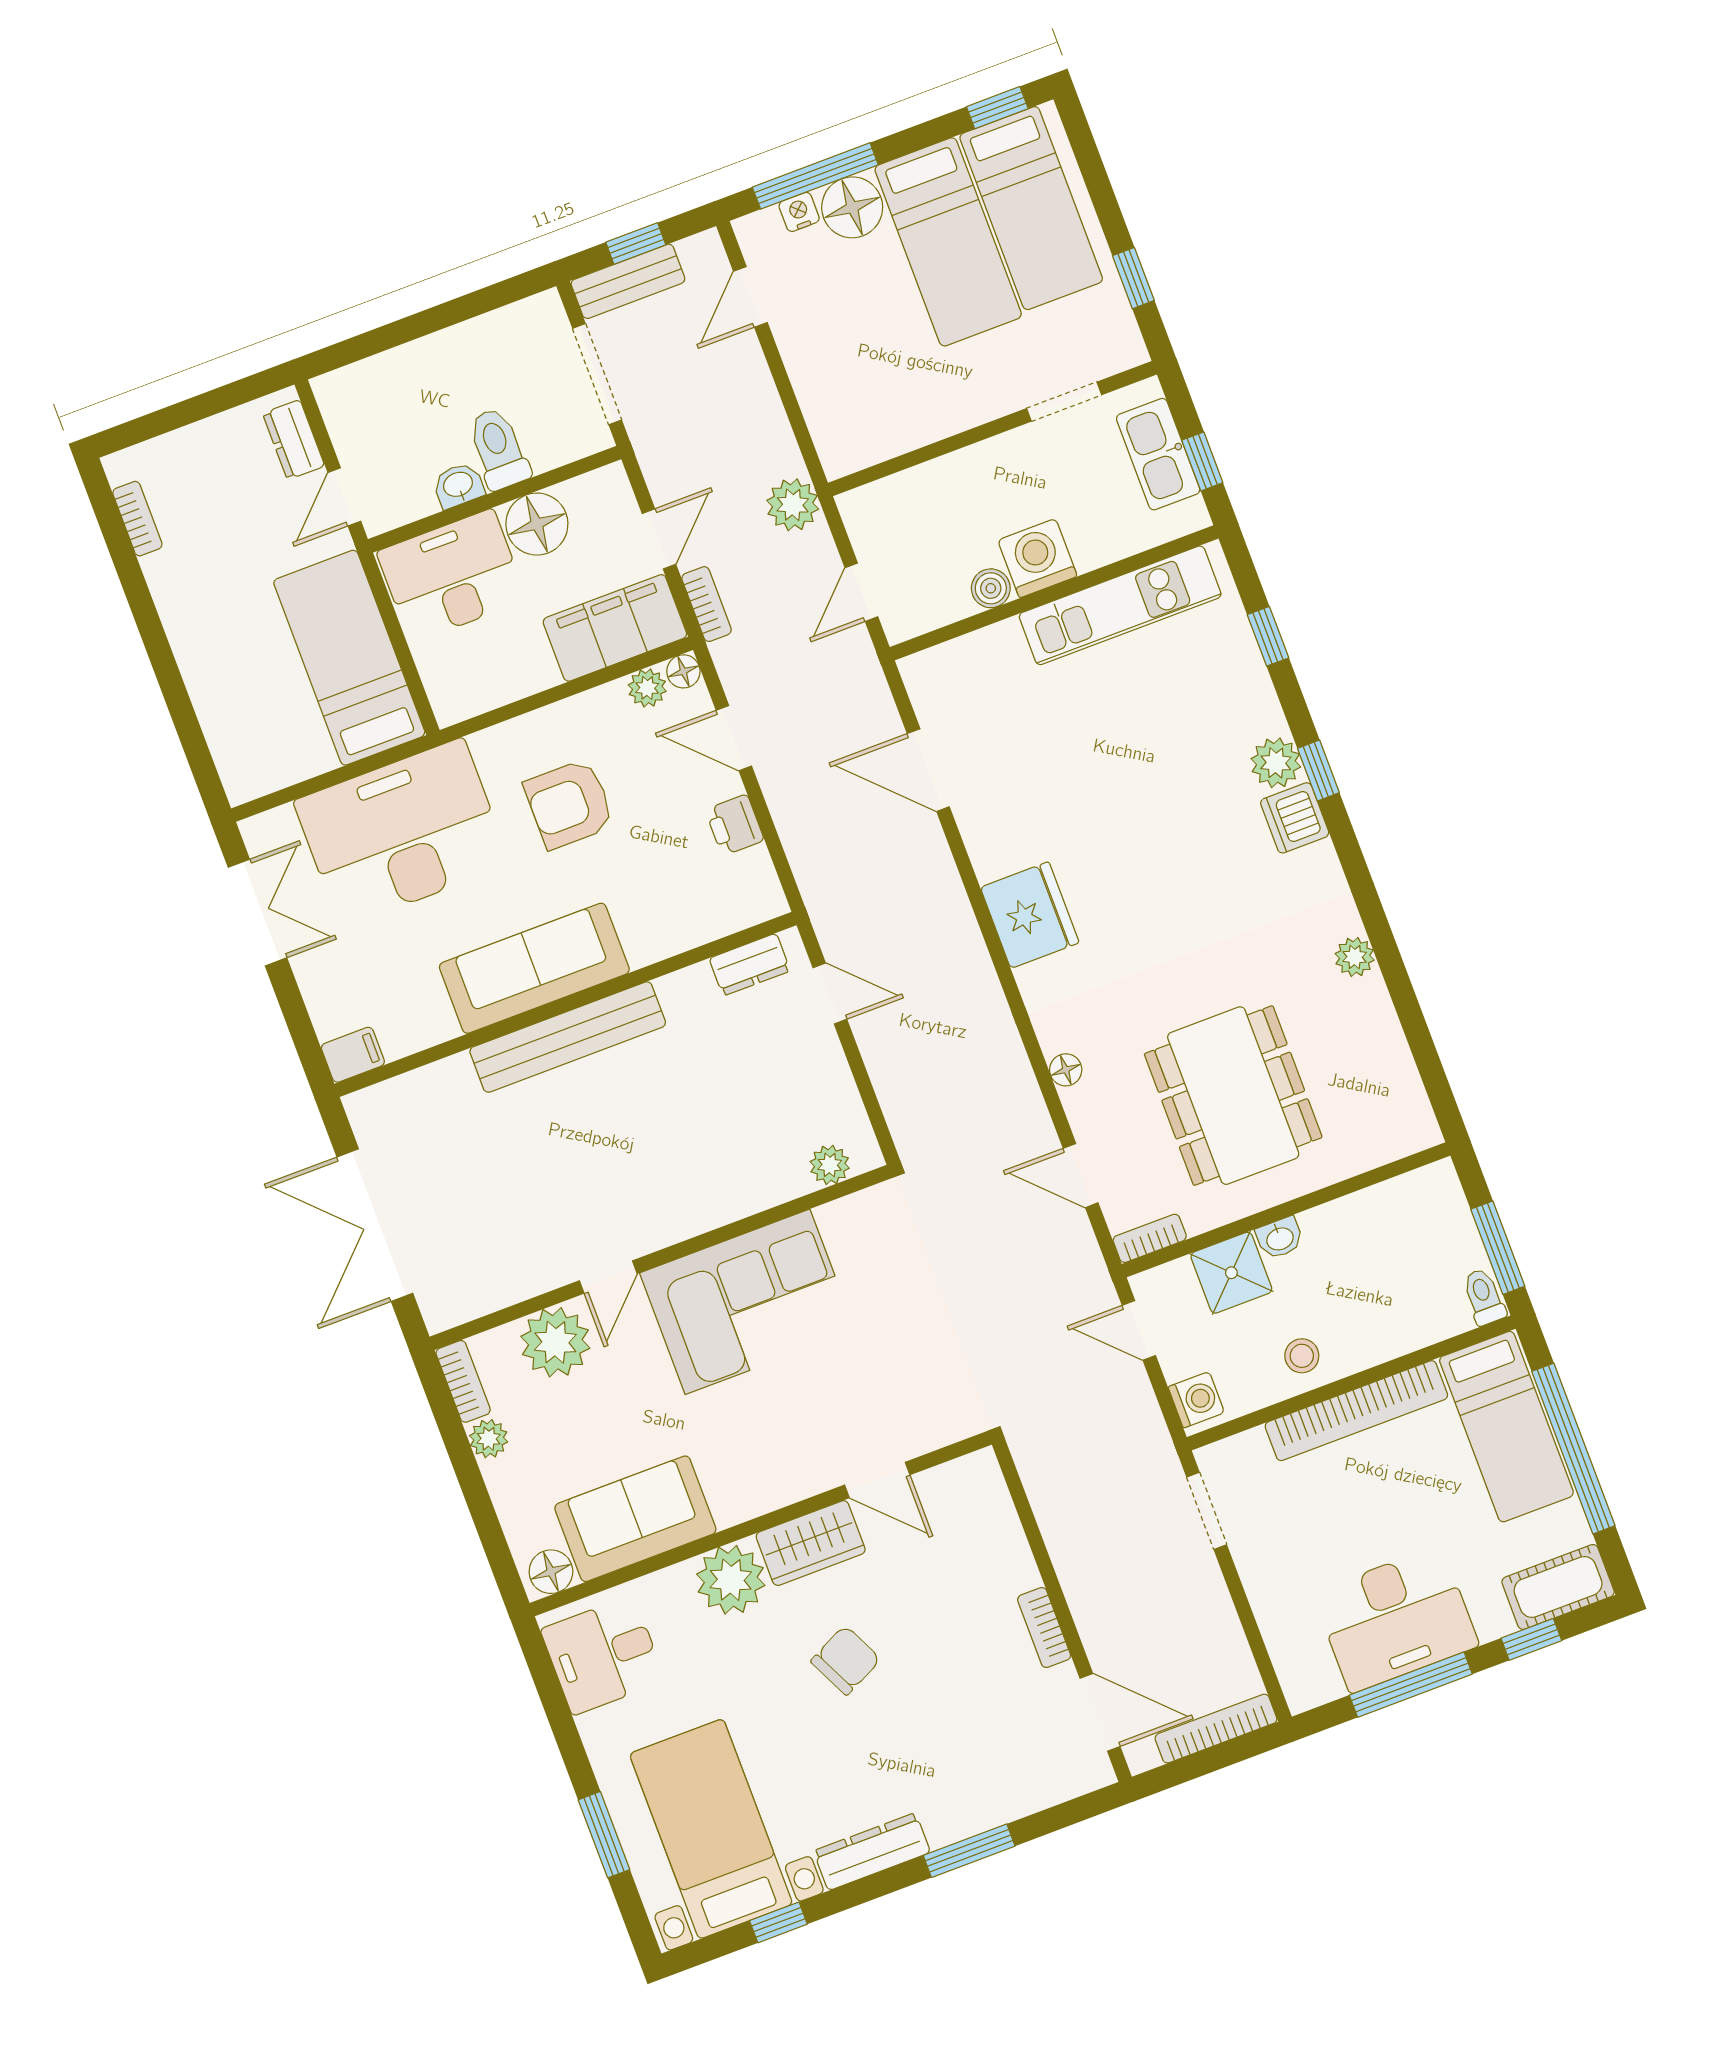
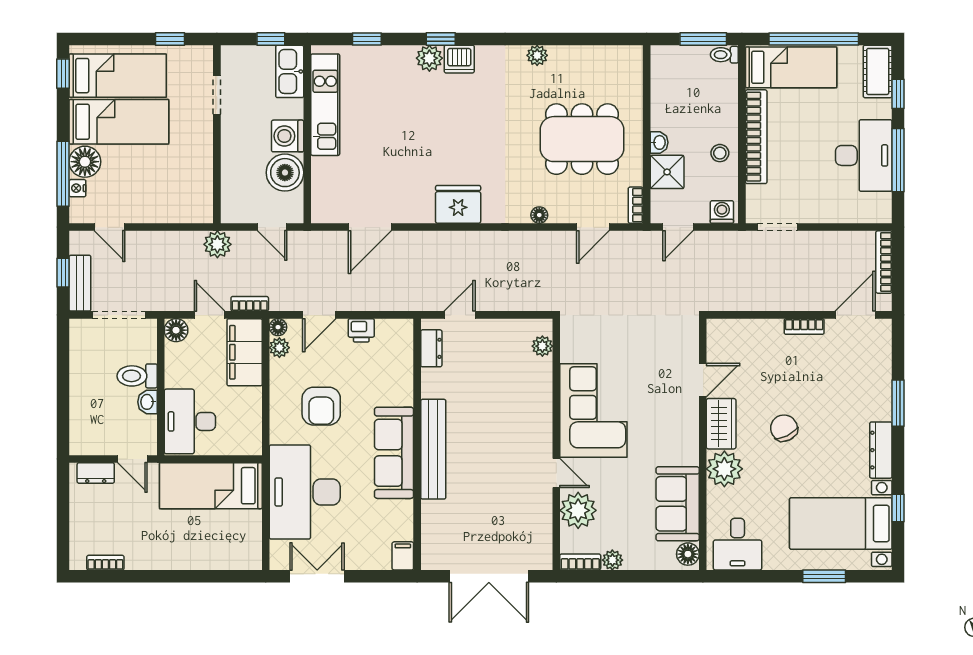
kitchen sink: (1158, 454) -> (290, 71), moved, turned 90
floor lamp: (537, 524) -> (176, 330), moved, width x0.73, depth x0.73
boiler: (991, 588) -> (285, 173), width x1.86, depth x1.86

